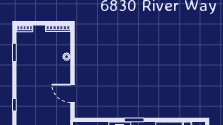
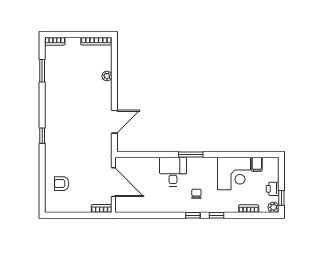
door: (73, 93) -> (114, 122), swing flipped

